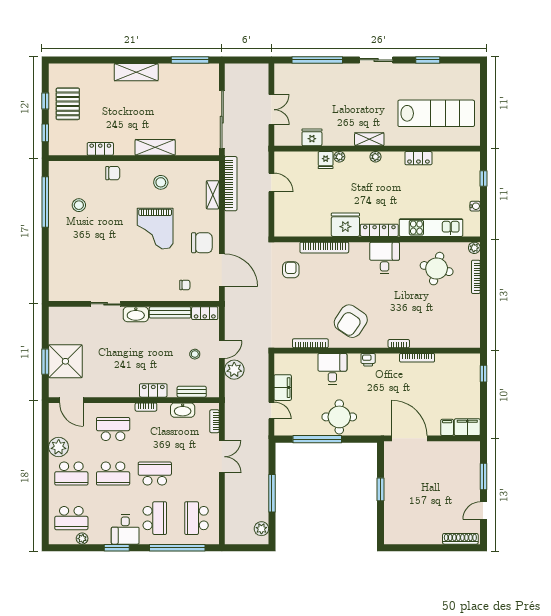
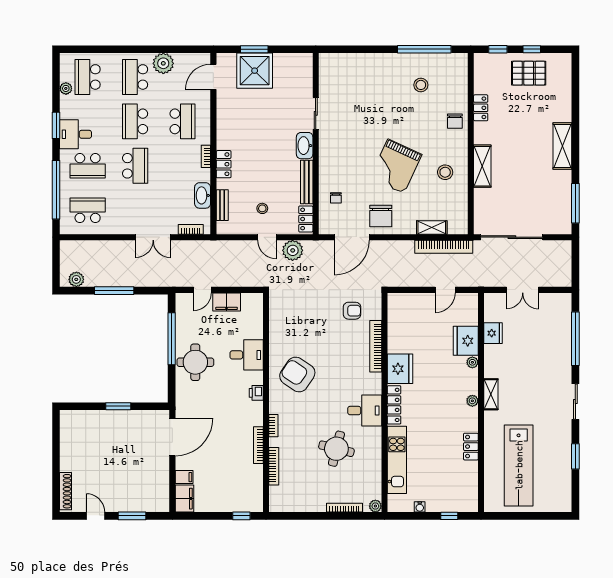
fridge: (326, 160) -> (466, 341), width x1.88, depth x1.34
grand piano: (155, 229) -> (396, 166), turned -65
round table: (437, 269) -> (336, 449), moved
bookcase: (310, 343) -> (274, 466), moved
plant: (234, 370) -> (293, 250), moved

